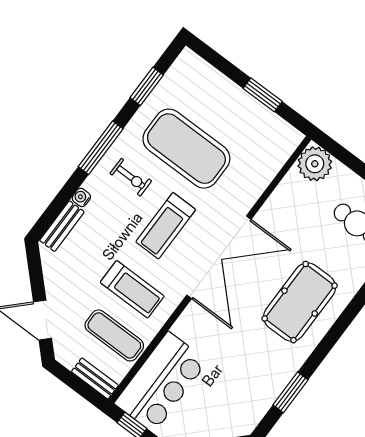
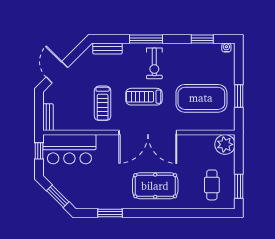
window: (101, 148) -> (146, 39), moved
exercise mat: (186, 149) -> (201, 98), moved, turned 90
exercise bike: (131, 177) -> (154, 63), width x1.38, depth x1.39
water cooler: (81, 197) -> (226, 48), moved
exercise mat: (114, 335) -> (75, 111), removed

